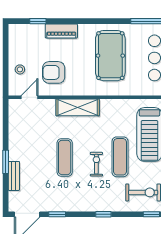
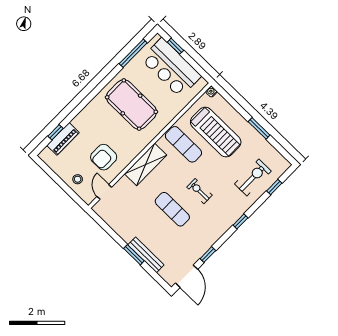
piano: (61, 31) -> (63, 139), moved
exercise mat: (120, 157) -> (183, 144), moved
bench: (14, 176) -> (146, 255), width x1.36

